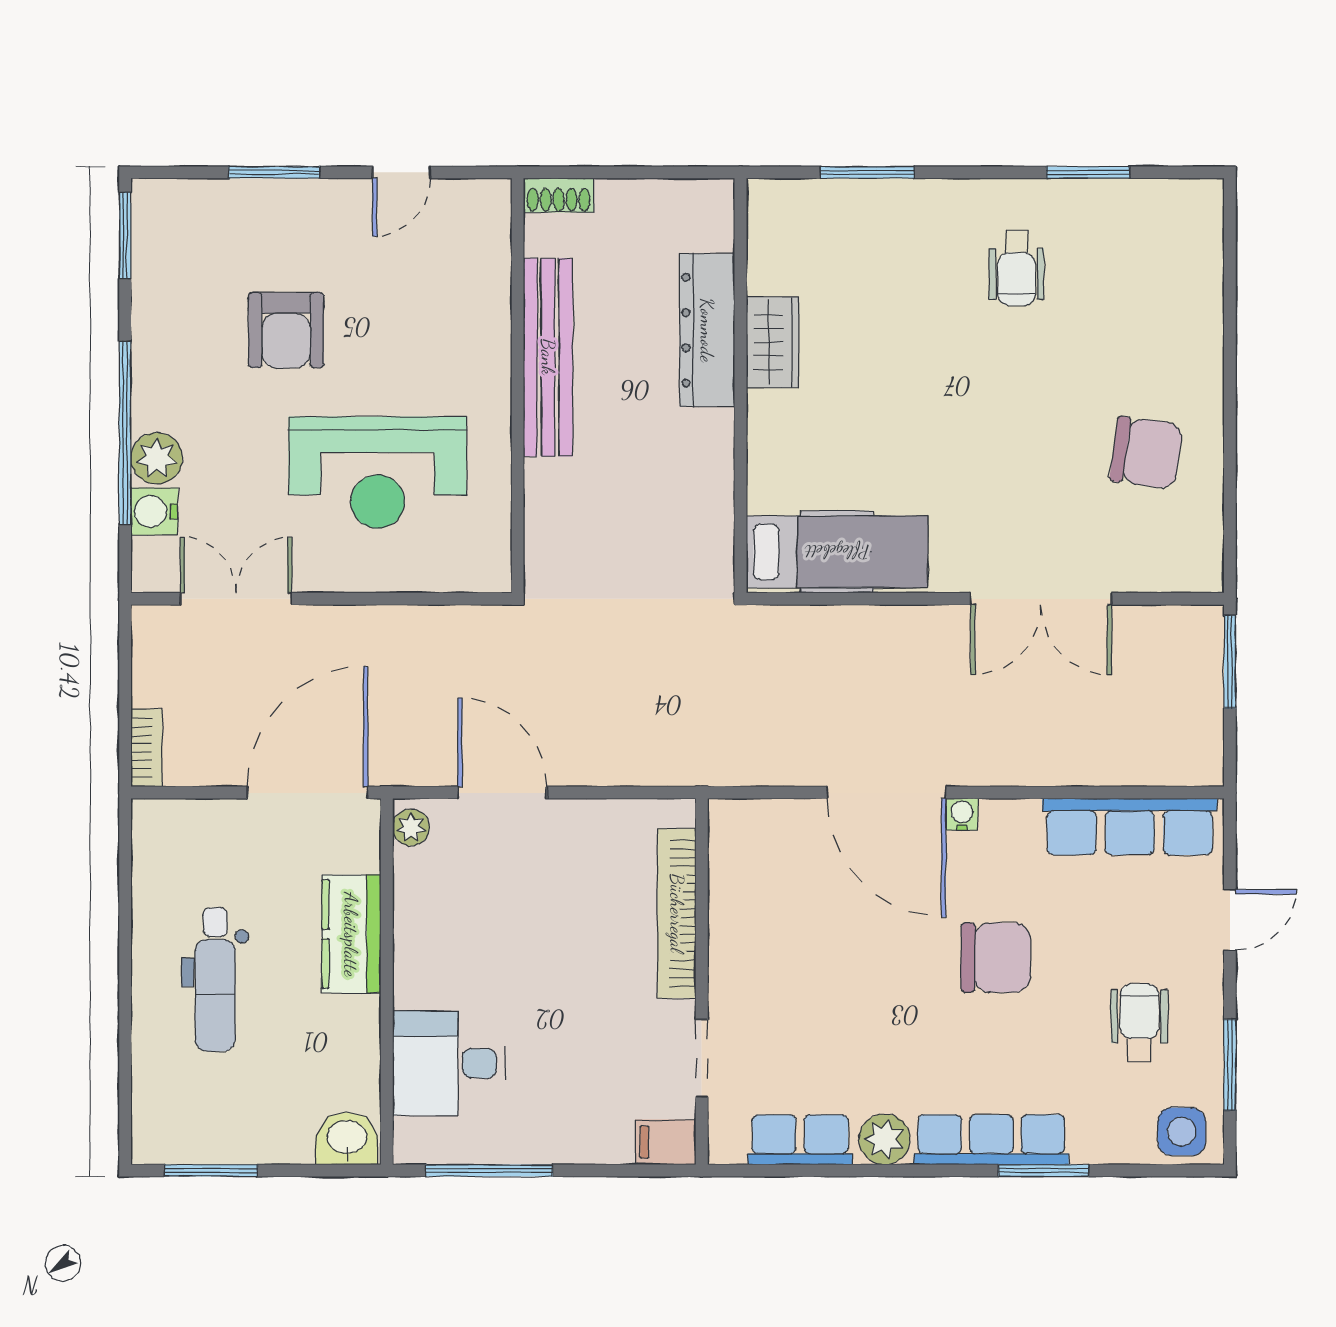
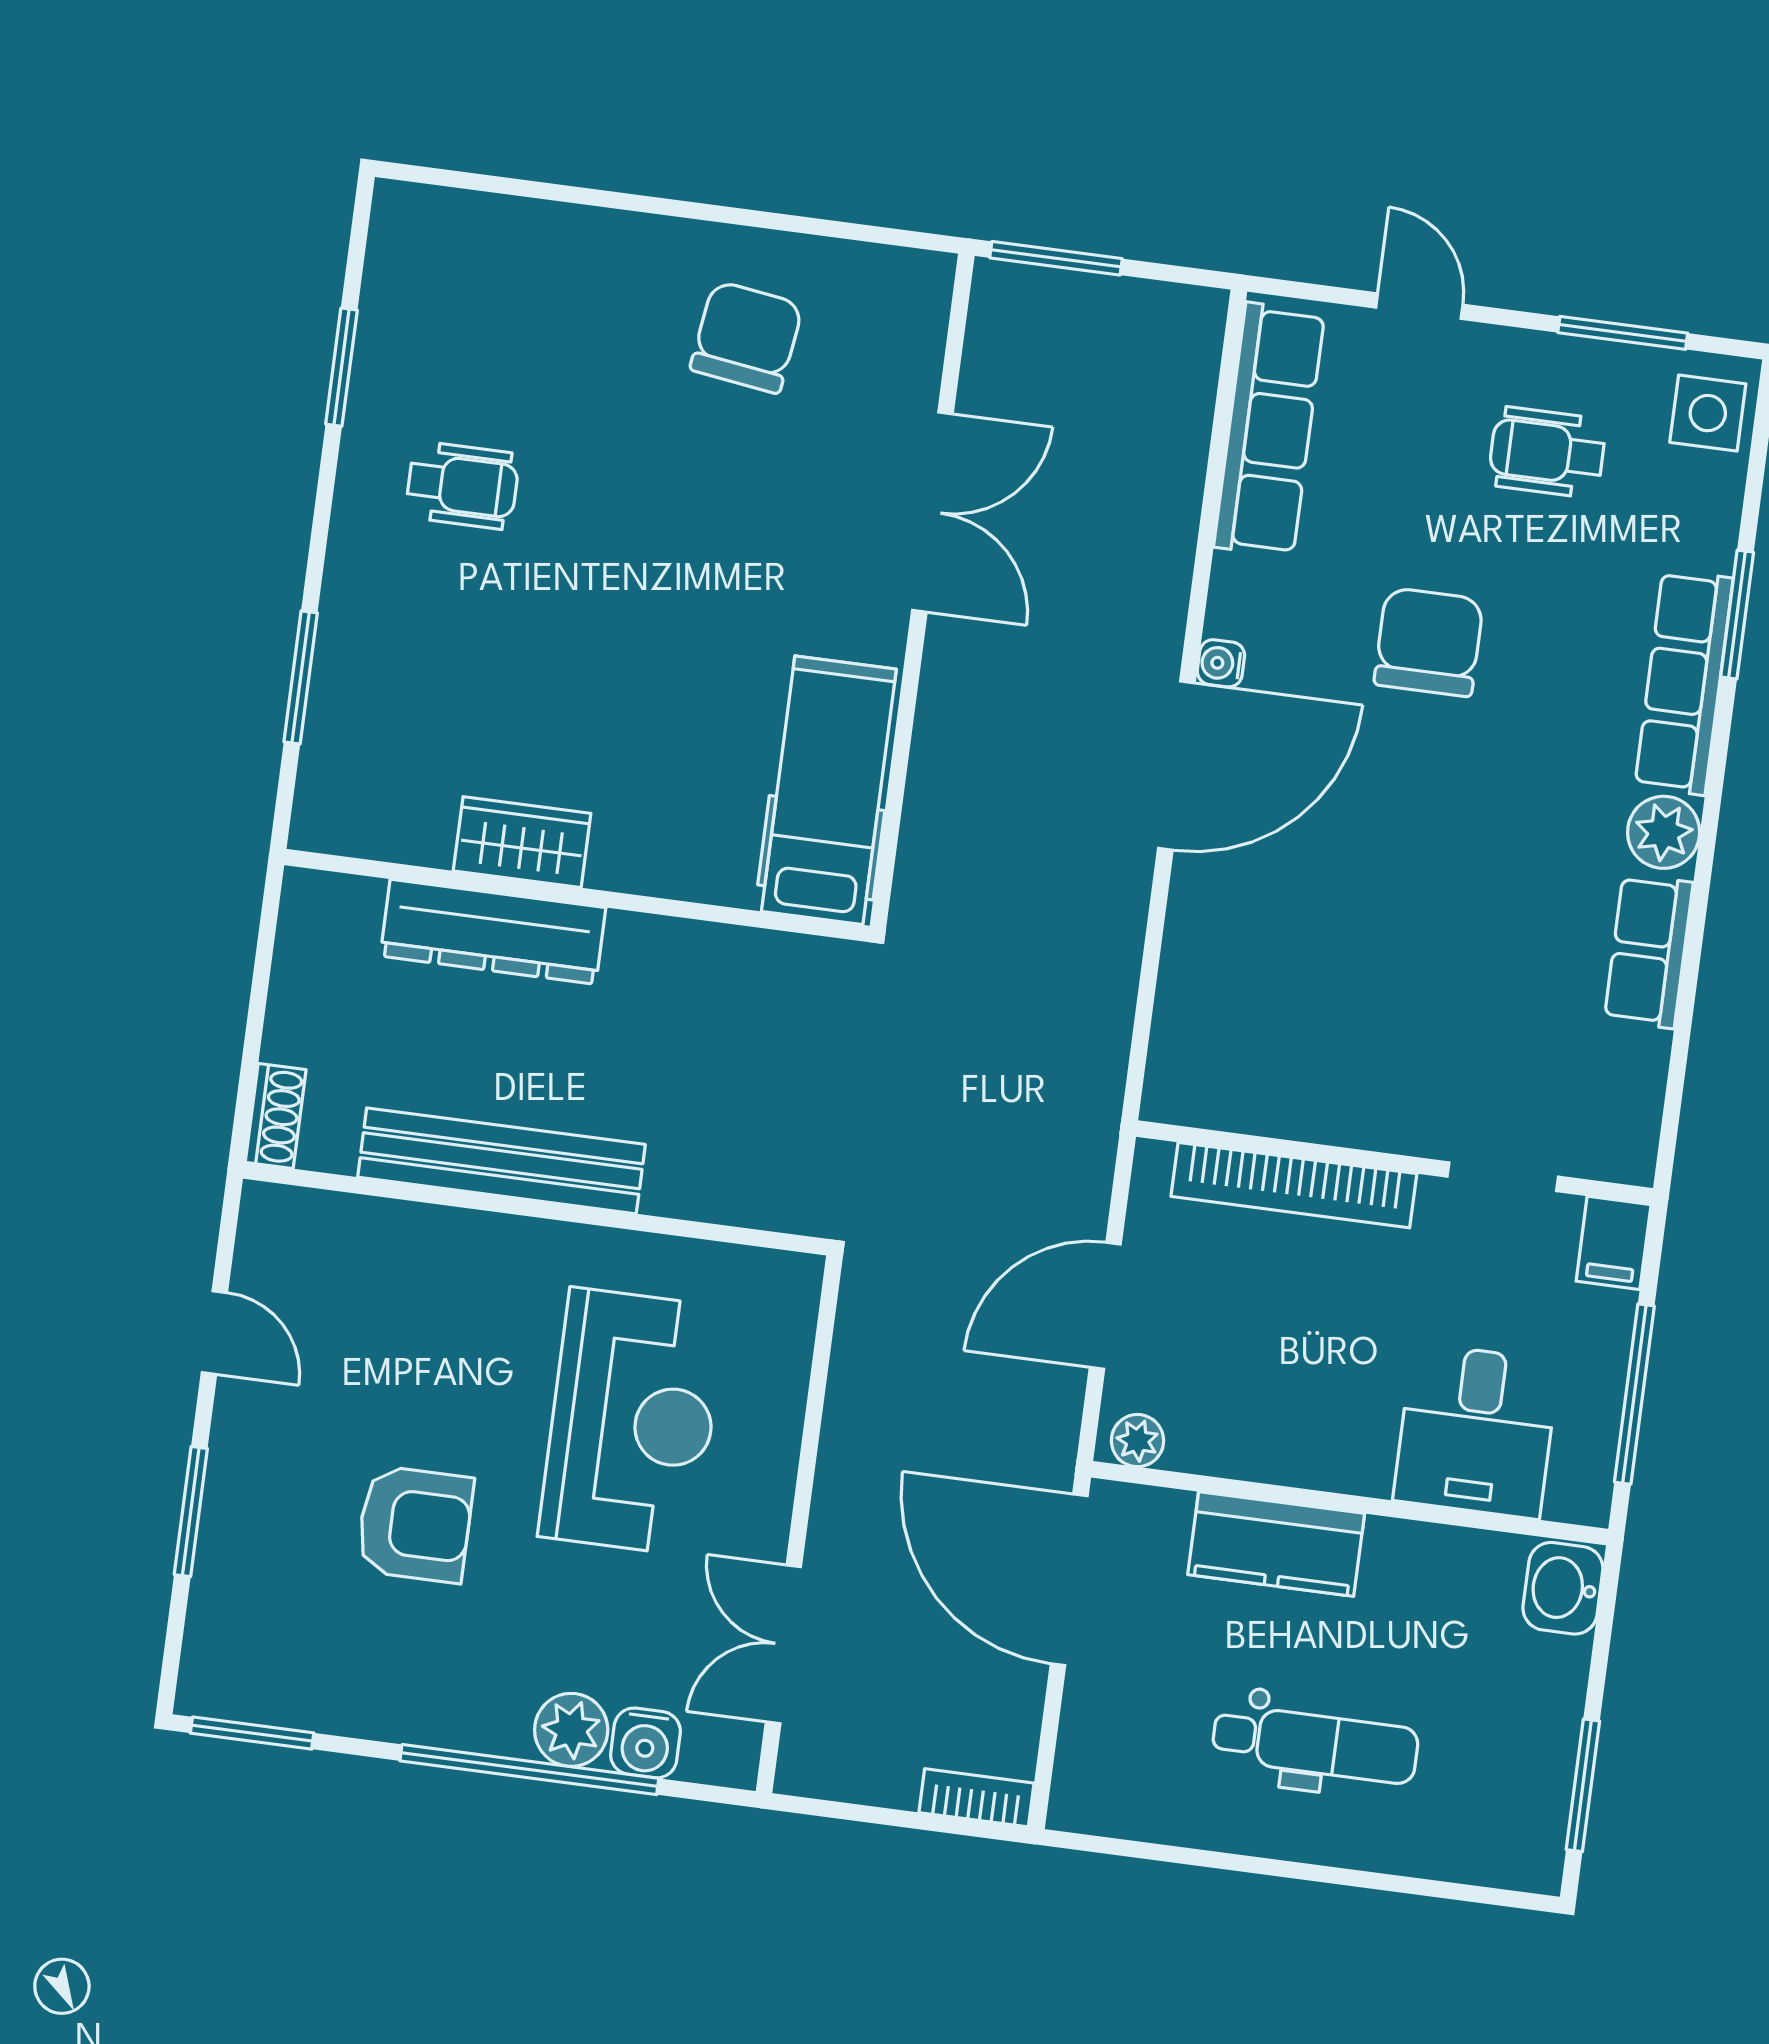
bookcase: (677, 913) -> (1294, 1185), moved
wall: (702, 982) -> (1395, 1162), moved
doorway: (702, 1058) -> (1503, 1177), moved
filing cabinet: (666, 1142) -> (1614, 1243), moved

